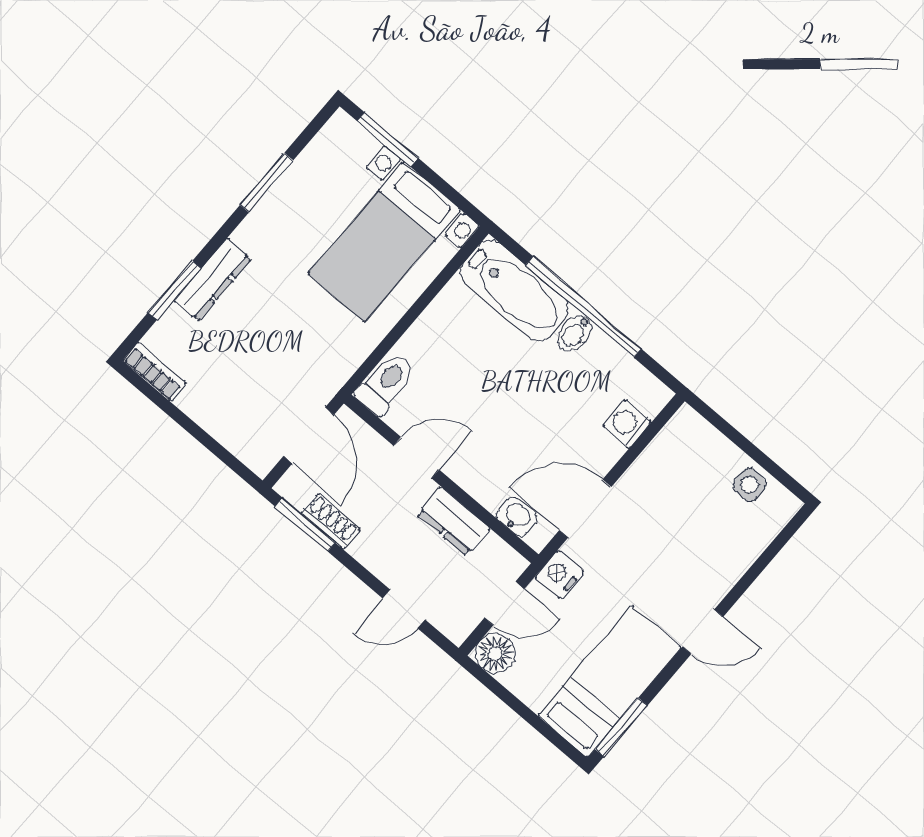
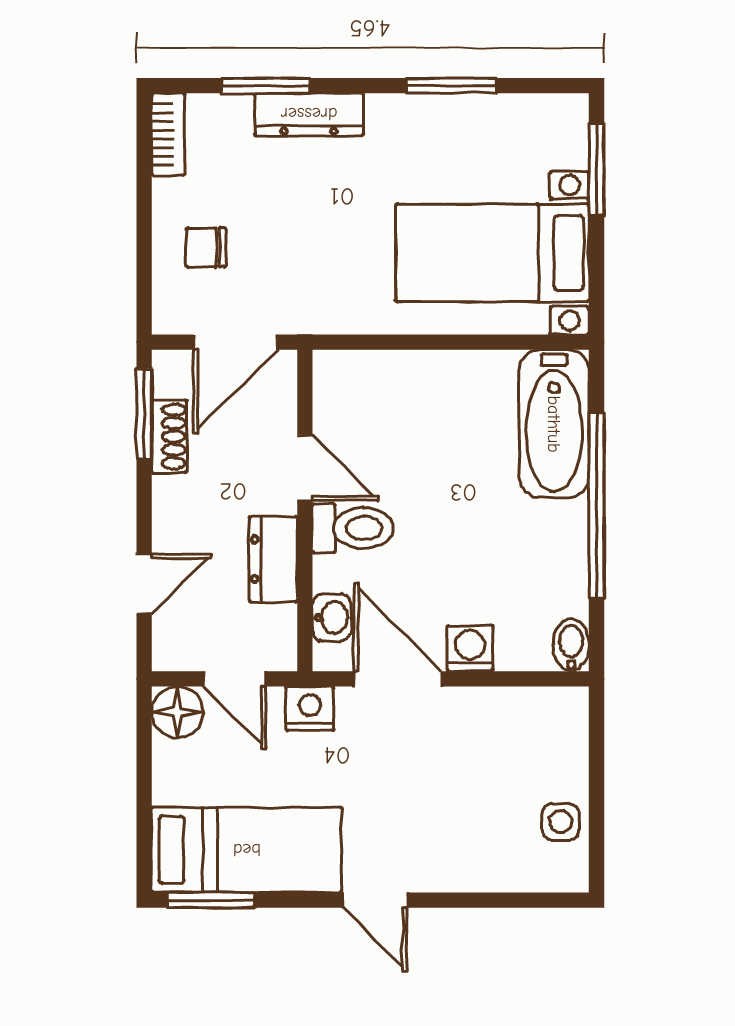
bidet: (575, 333) -> (571, 645), moved, turned 90
toilet: (386, 383) -> (353, 528), moved
chair: (239, 406) -> (206, 247), added
washing machine: (627, 424) -> (470, 648), moved
door: (404, 609) -> (144, 584), swing flipped

